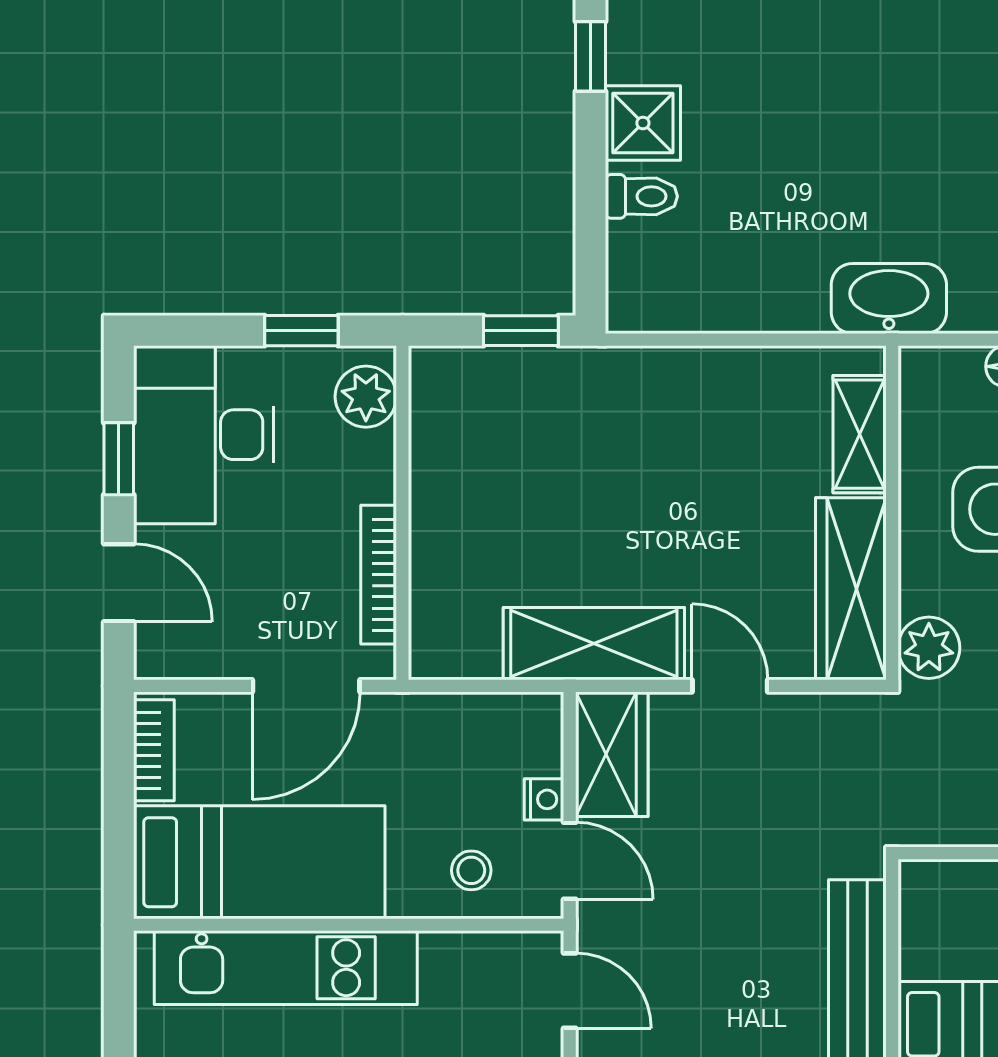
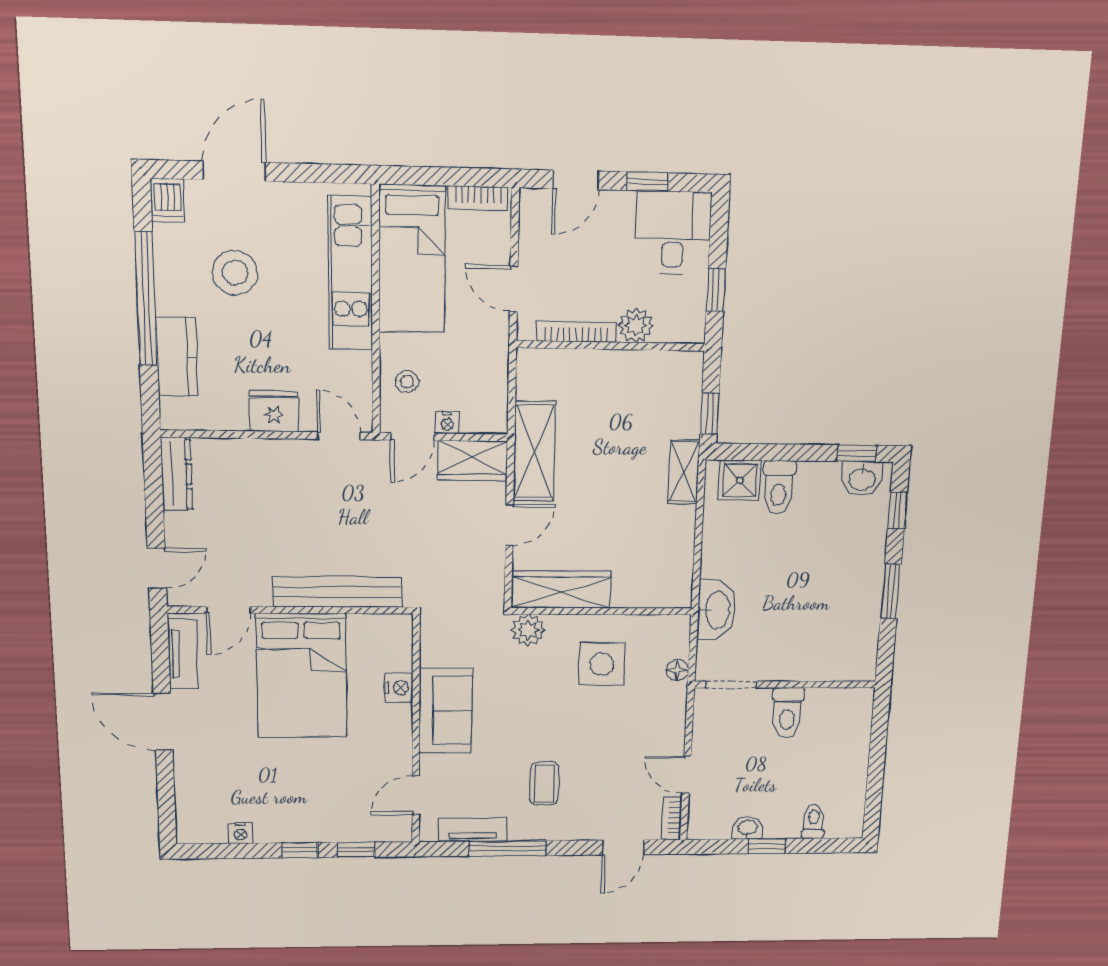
washbasin: (637, 43) -> (862, 479), added
shower: (643, 123) -> (740, 480), moved
toilet: (641, 196) -> (779, 487), width x1.37, depth x1.39
plant: (366, 397) -> (636, 325), moved
shelving: (860, 434) -> (684, 472), moved, turned 90
desk: (204, 435) -> (673, 233), width x0.73
door: (306, 686) -> (514, 289), width x0.73
door: (570, 991) -> (339, 436), swing flipped

